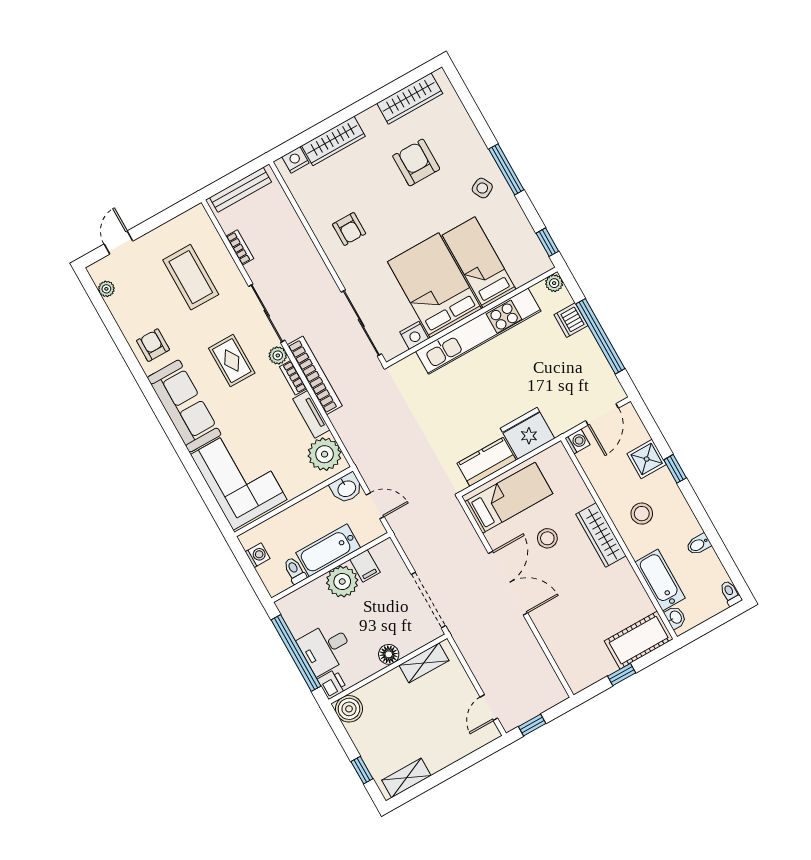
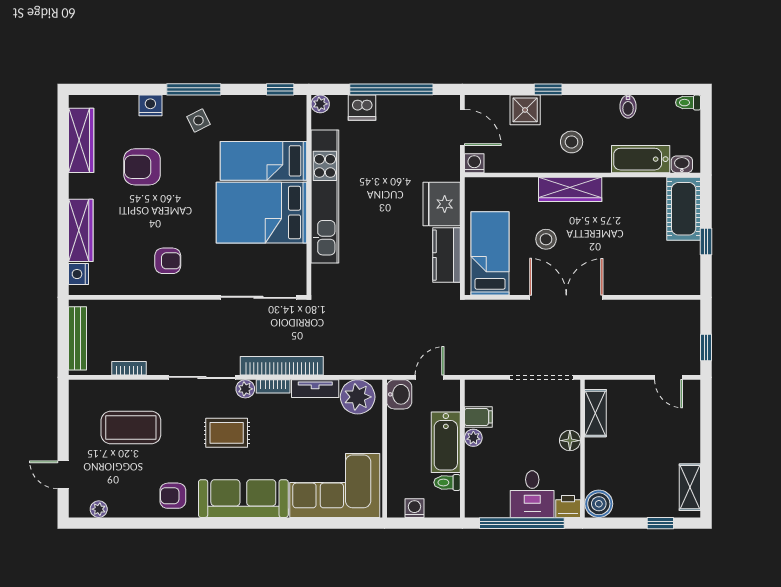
nightstand: (414, 335) -> (150, 105), moved, turned -90
plant: (342, 582) -> (473, 438), width x0.53, depth x0.53

